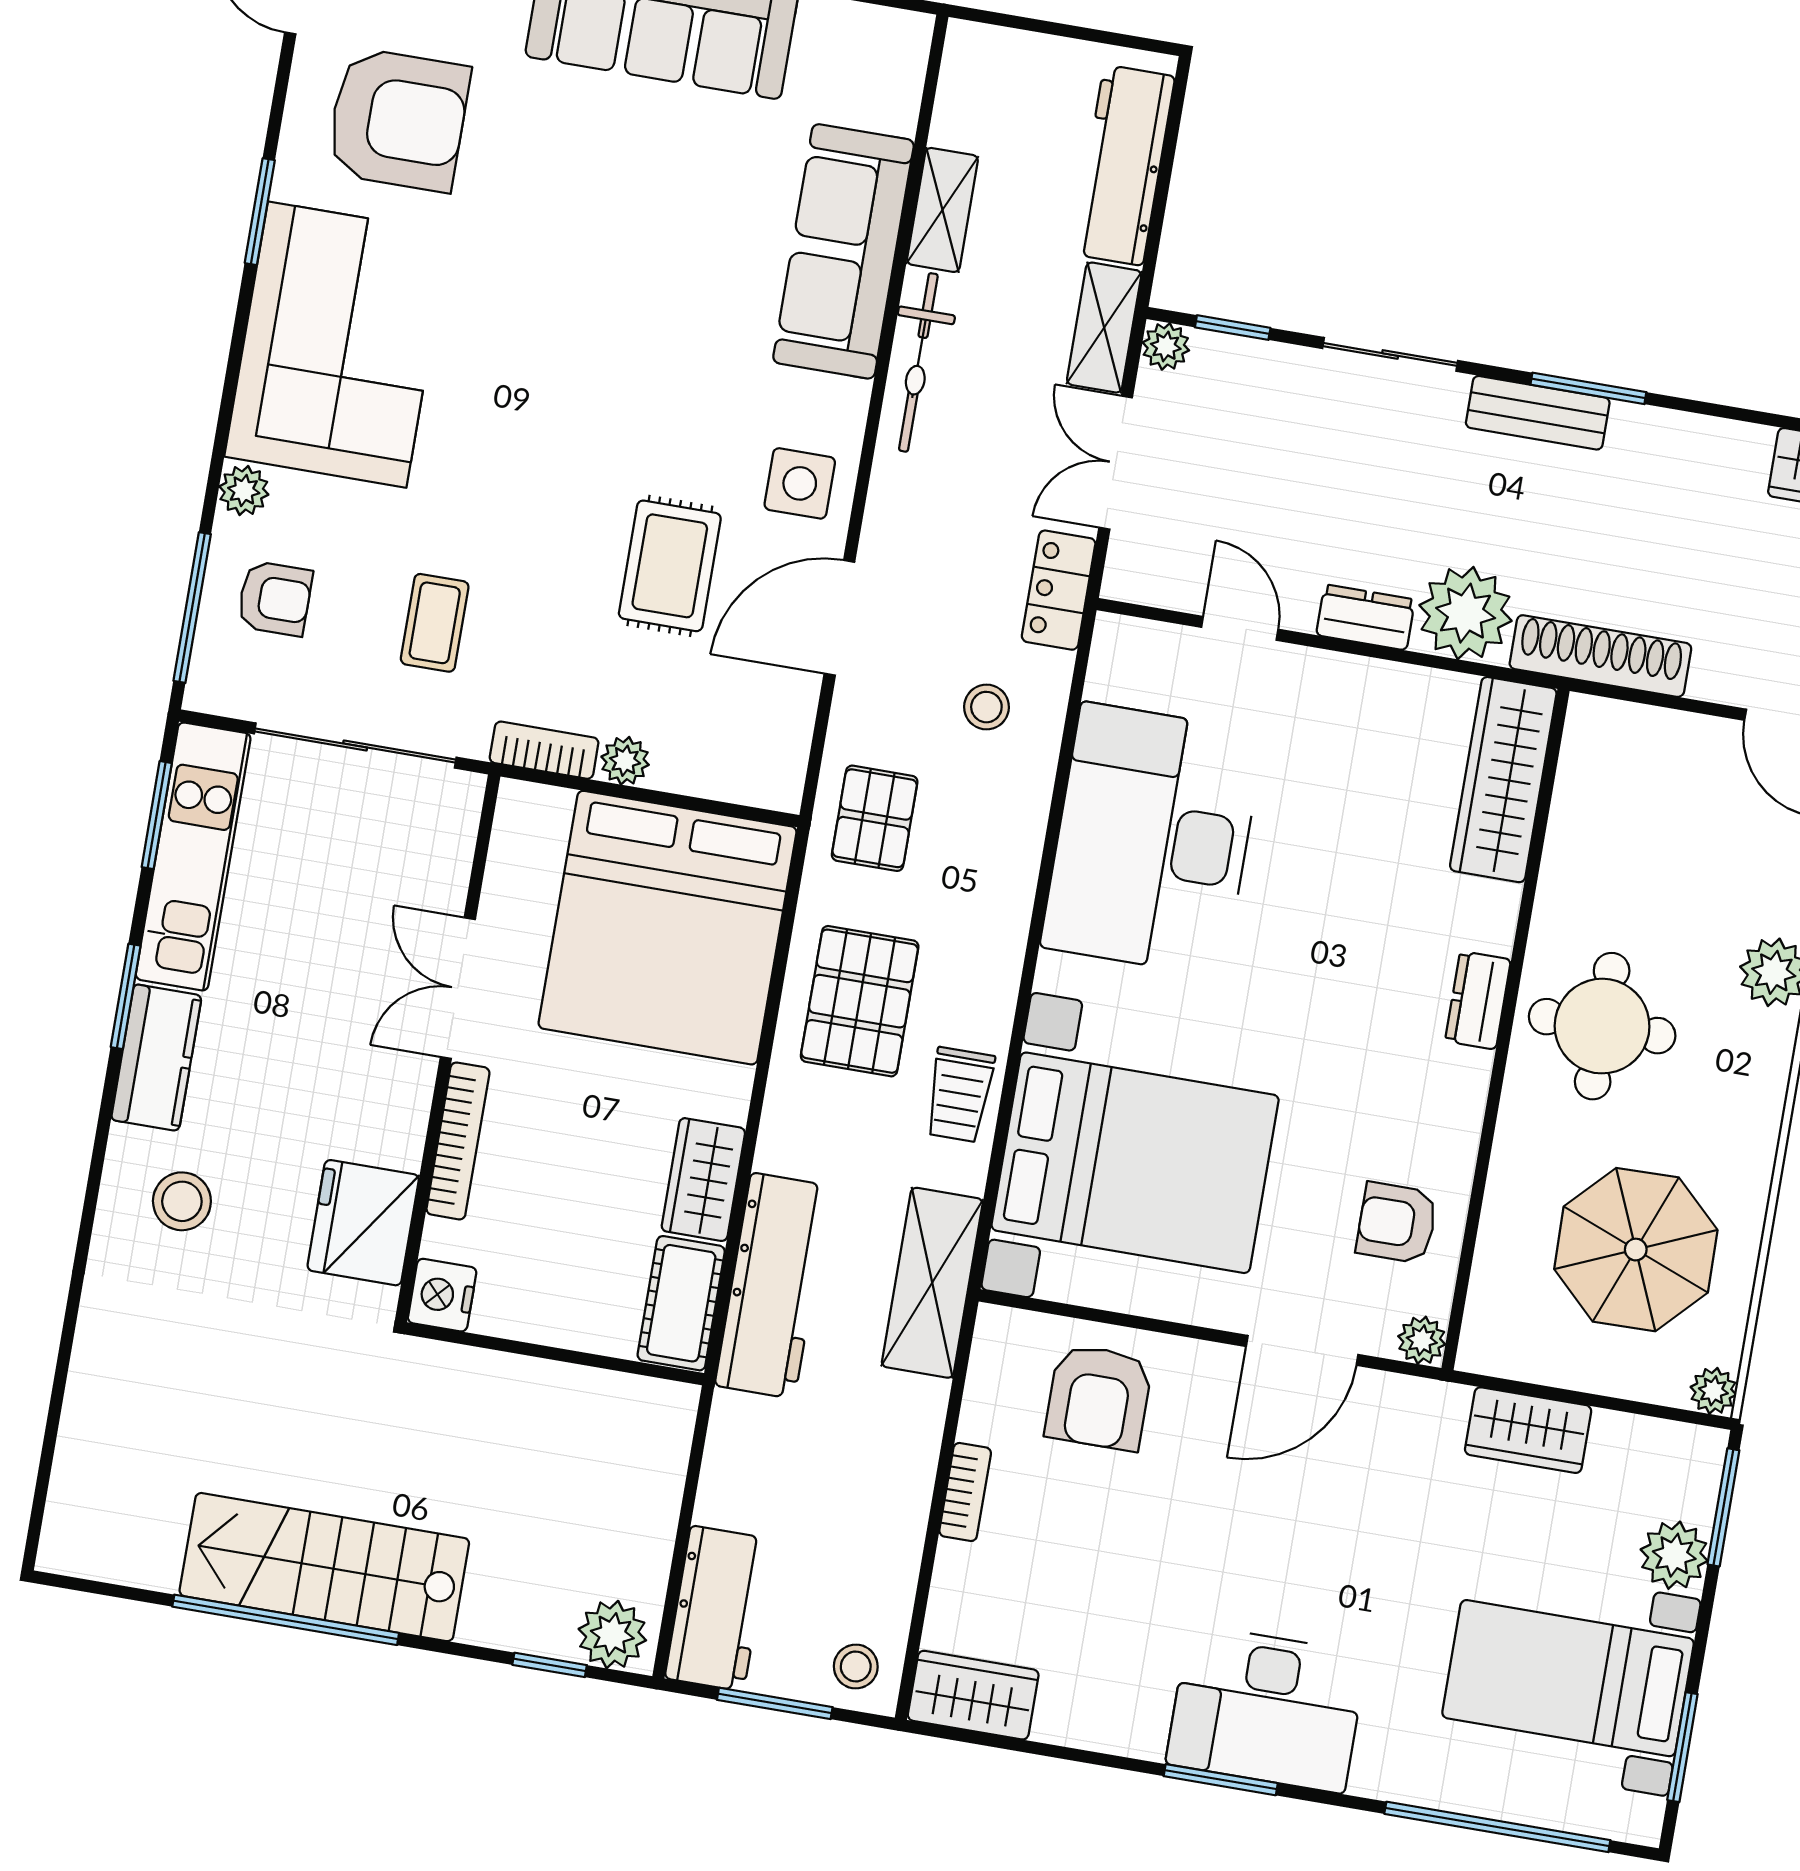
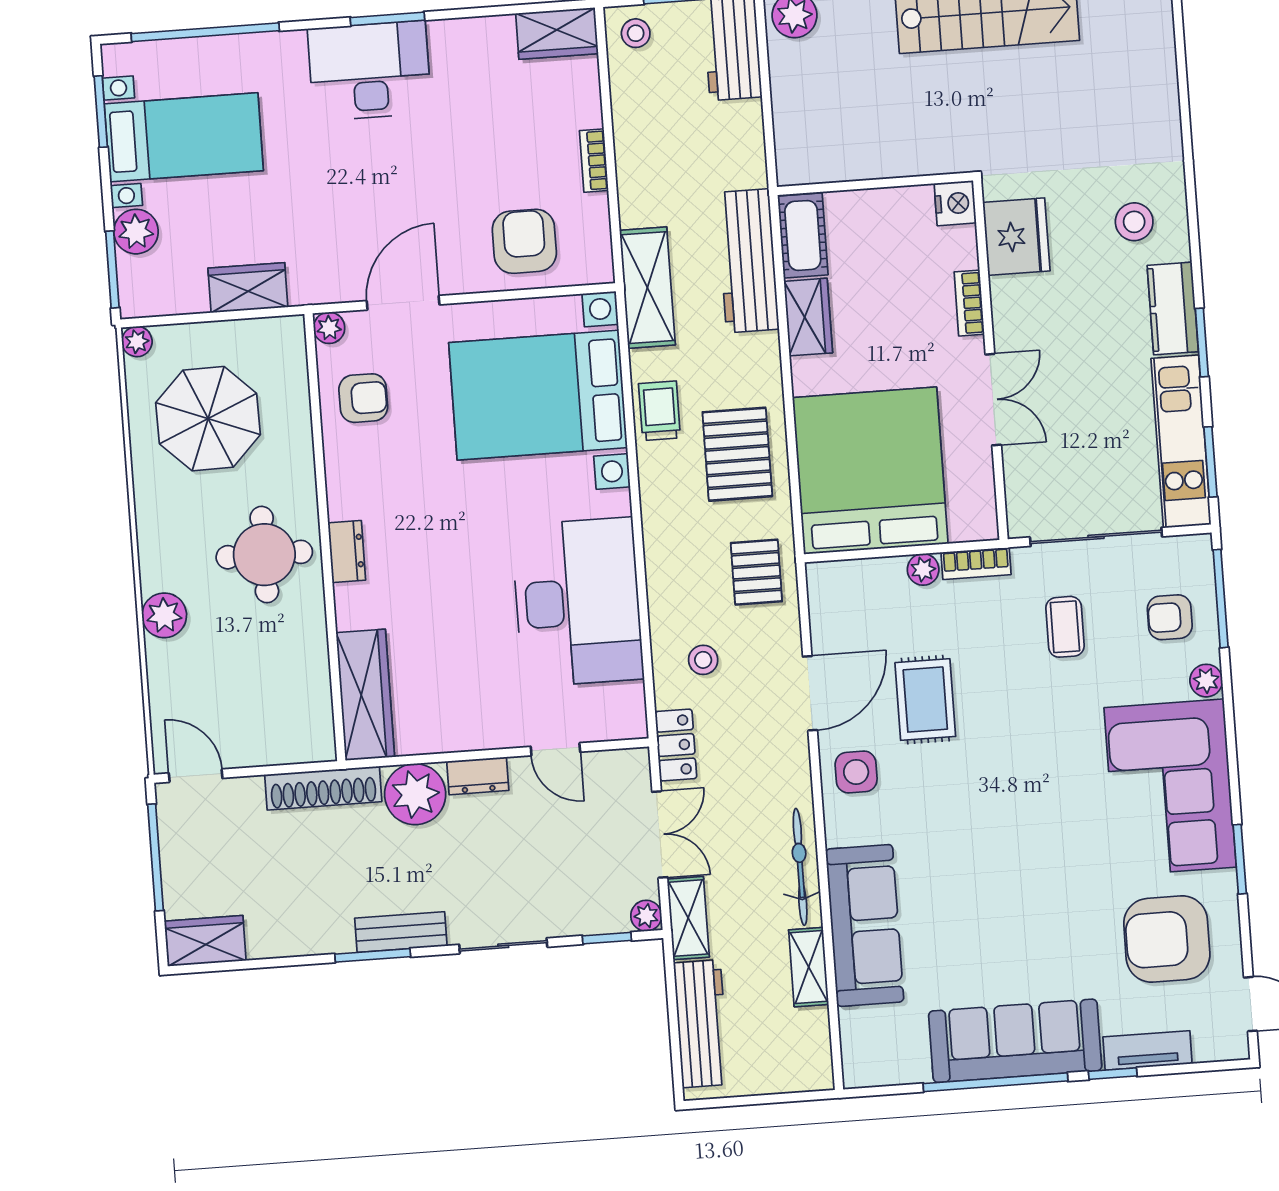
bookcase: (458, 1141) -> (969, 303), width x0.64

